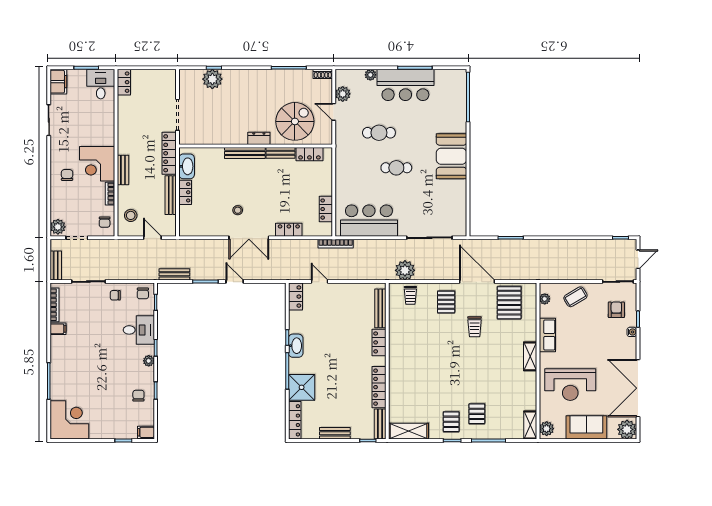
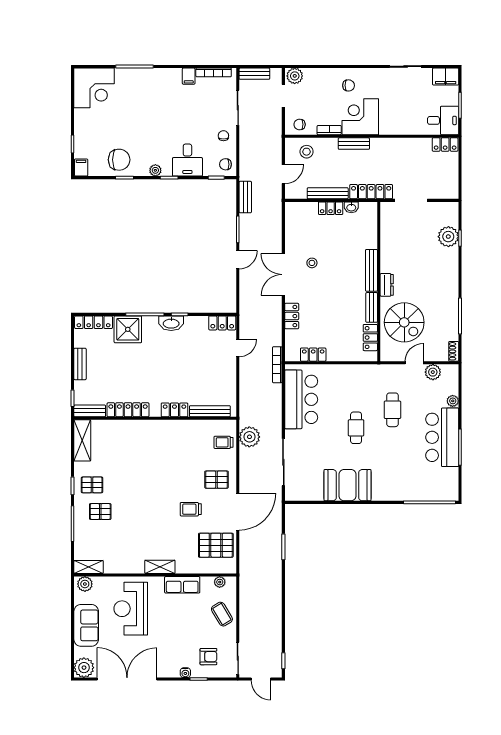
booth: (451, 156) -> (348, 485), moved
washbasin: (187, 166) -> (351, 207), width x0.52, depth x0.69
chair: (138, 396) -> (119, 160), width x1.87, depth x1.87

